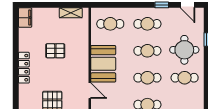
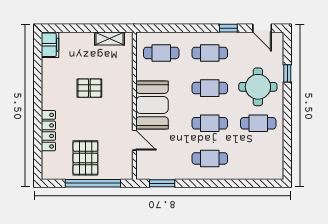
locker: (24, 68) -> (48, 131), moved

